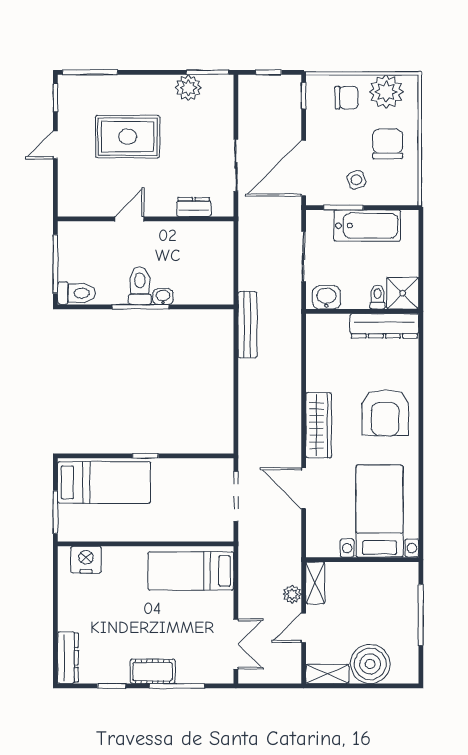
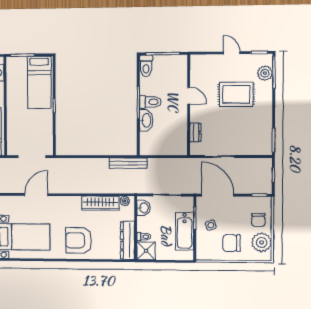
plant: (188, 88) -> (265, 73), moved
rug: (128, 137) -> (236, 94), turned 90
chair: (388, 144) -> (231, 243), turned 180
washbasin: (163, 297) -> (146, 120), width x1.91, depth x1.45
plant: (315, 331) -> (125, 201), added
wardrobe: (318, 425) -> (100, 203), moved

